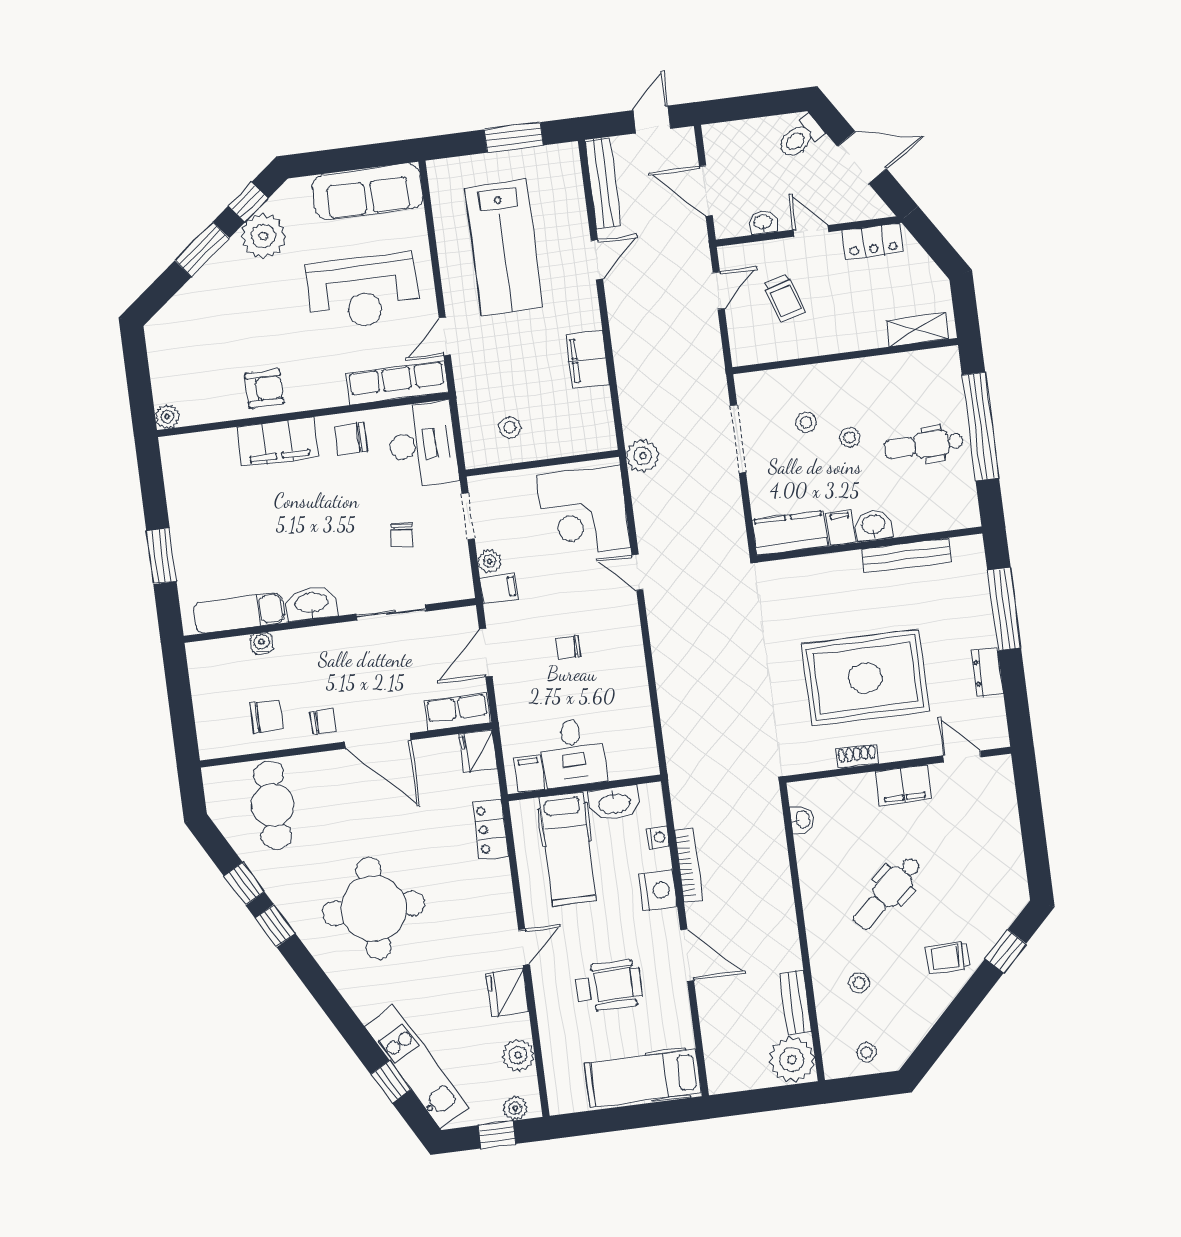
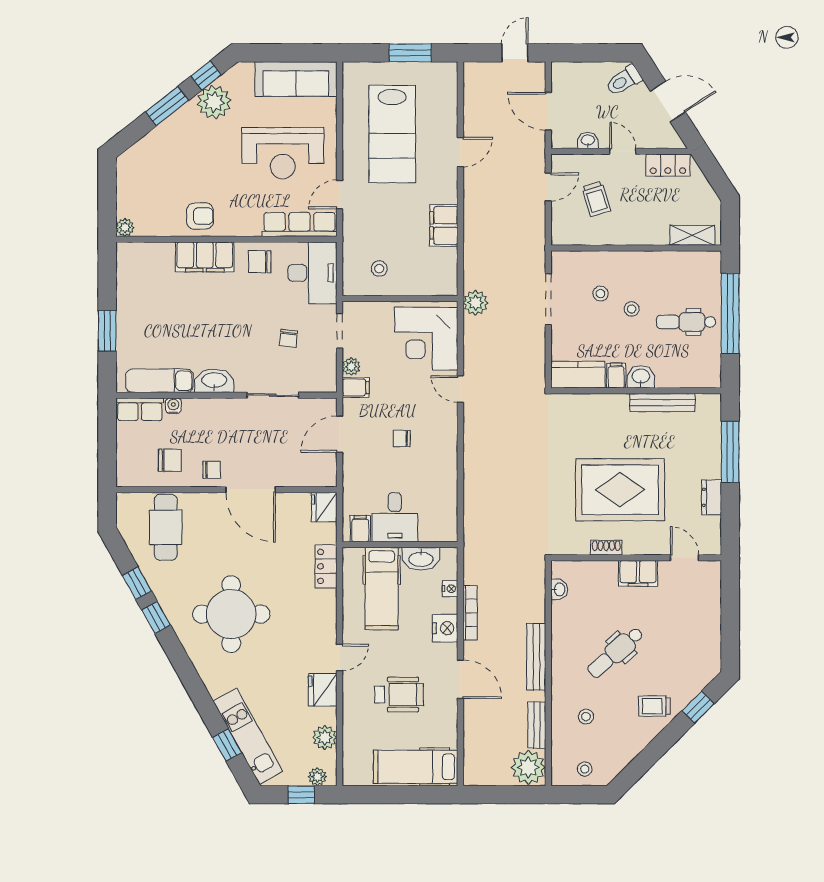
bench: (603, 183) -> (536, 657), moved
row of seats: (457, 712) -> (140, 409), moved, turned 180

